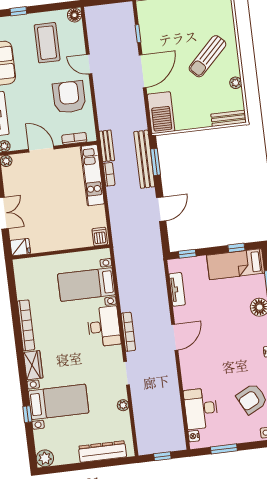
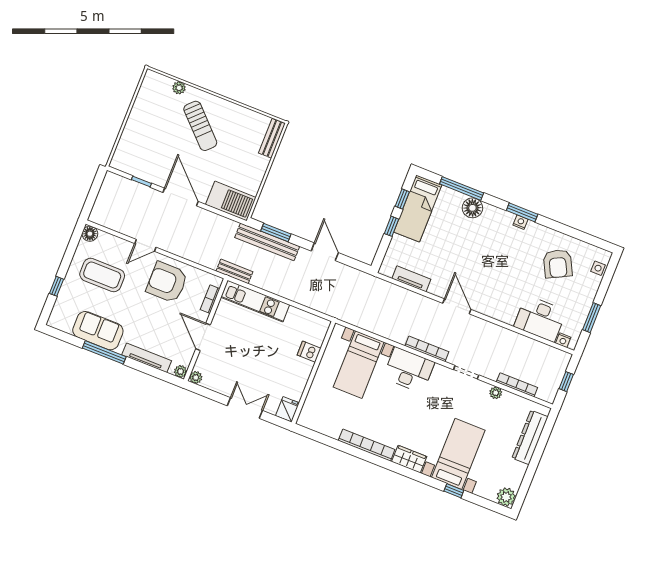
plant: (236, 83) -> (179, 88), moved
door: (41, 149) -> (203, 337), hinge flipped
bookcase: (109, 174) -> (517, 385), moved, width x1.56
dishwasher: (100, 237) -> (309, 352), moved
window: (187, 254) -> (392, 226), moved

